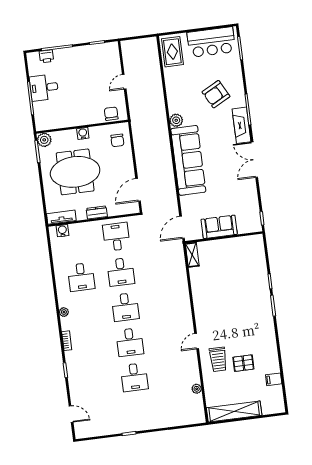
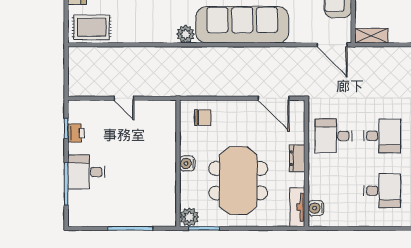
printer: (46, 56) -> (76, 133), moved
desk: (44, 88) -> (86, 172), moved, turned 90
chair: (111, 114) -> (165, 121), removed

